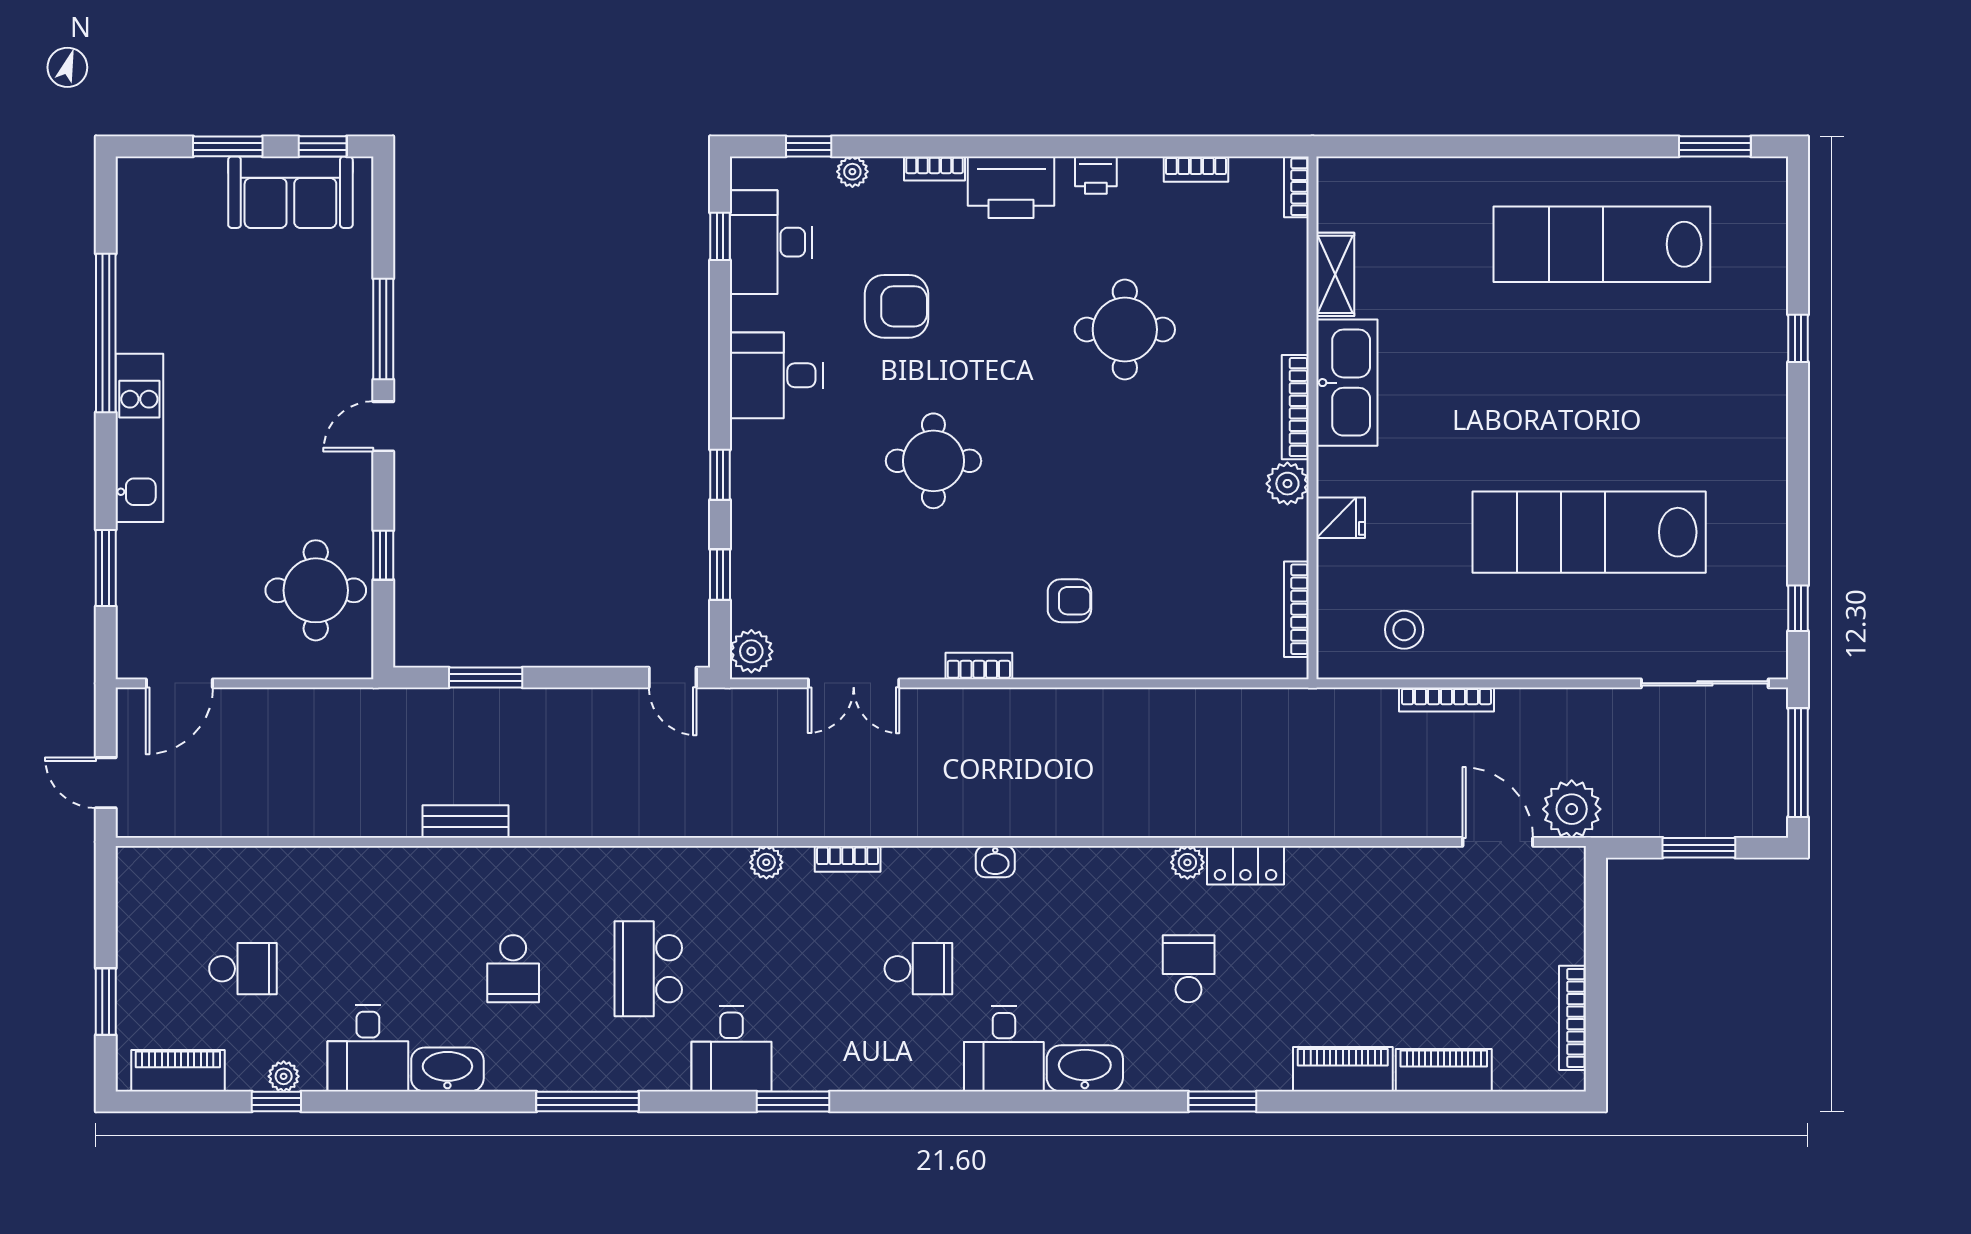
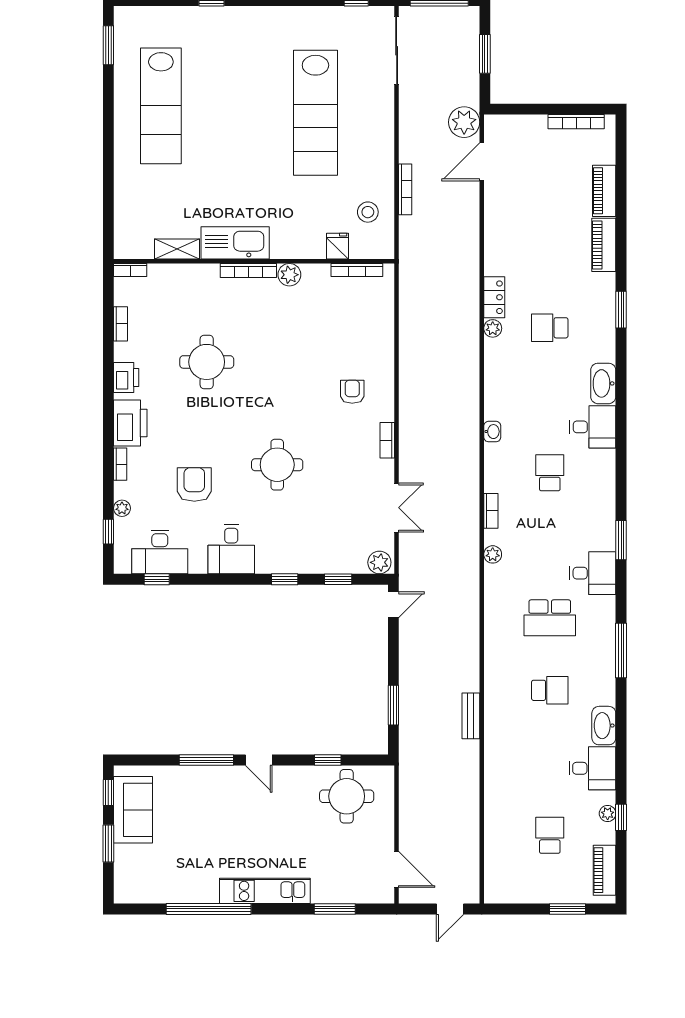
printer: (1096, 175) -> (126, 378), width x1.36, depth x1.24
fridge: (1341, 518) -> (337, 246), moved

